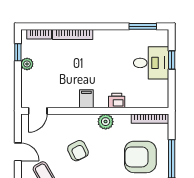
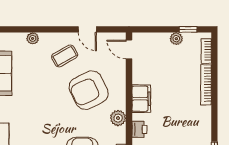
filing cabinet: (86, 99) -> (141, 99), width x2.00
armchair: (78, 151) -> (89, 90), width x1.88, depth x1.88
door: (18, 152) -> (87, 29), hinge flipped

